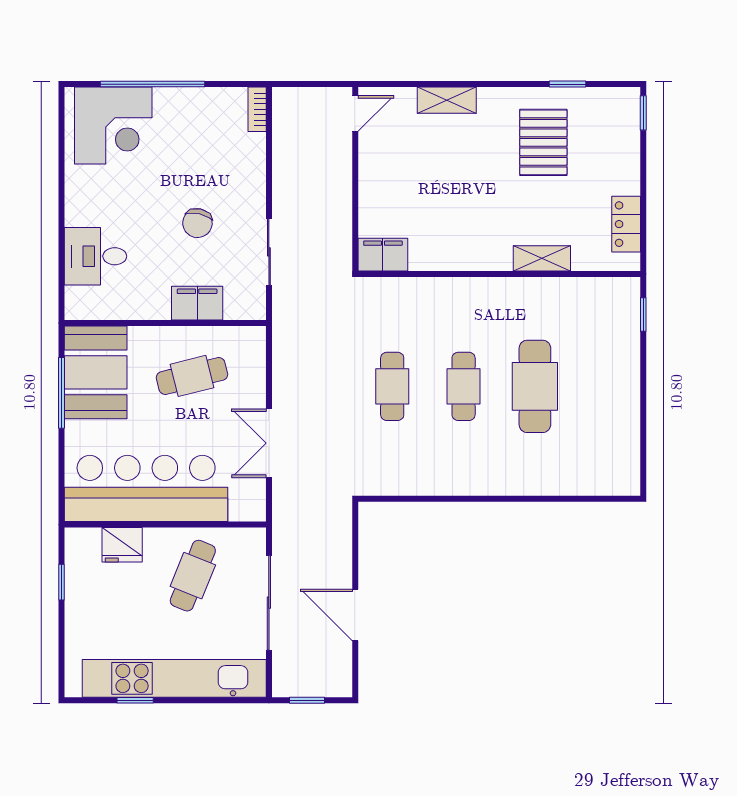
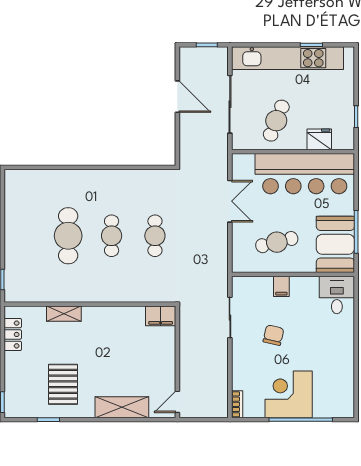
shelving: (447, 100) -> (122, 407), width x1.50, depth x1.33
corner desk: (113, 126) -> (289, 394), moved
desk: (96, 256) -> (337, 295), moved, turned -90
filing cabinet: (197, 303) -> (281, 286), width x0.50

